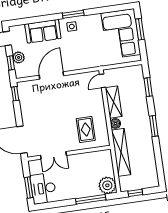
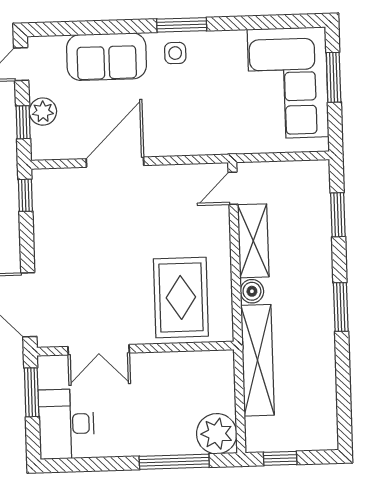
rug: (86, 129) -> (181, 297), width x1.36, depth x1.43
window: (29, 187) -> (32, 392), moved

